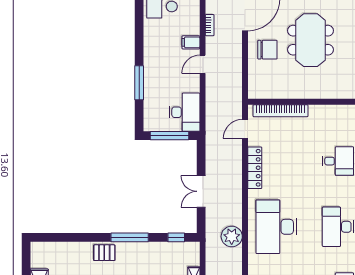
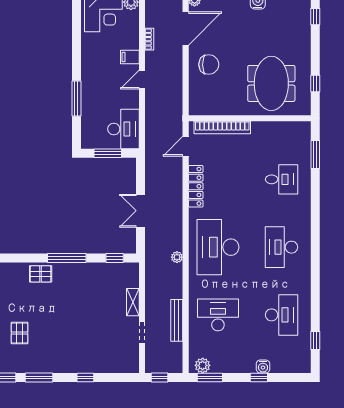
meeting table: (311, 40) -> (271, 83), moved
window: (169, 136) -> (108, 153), width x0.69
plant: (232, 236) -> (177, 257), width x0.53, depth x0.53

